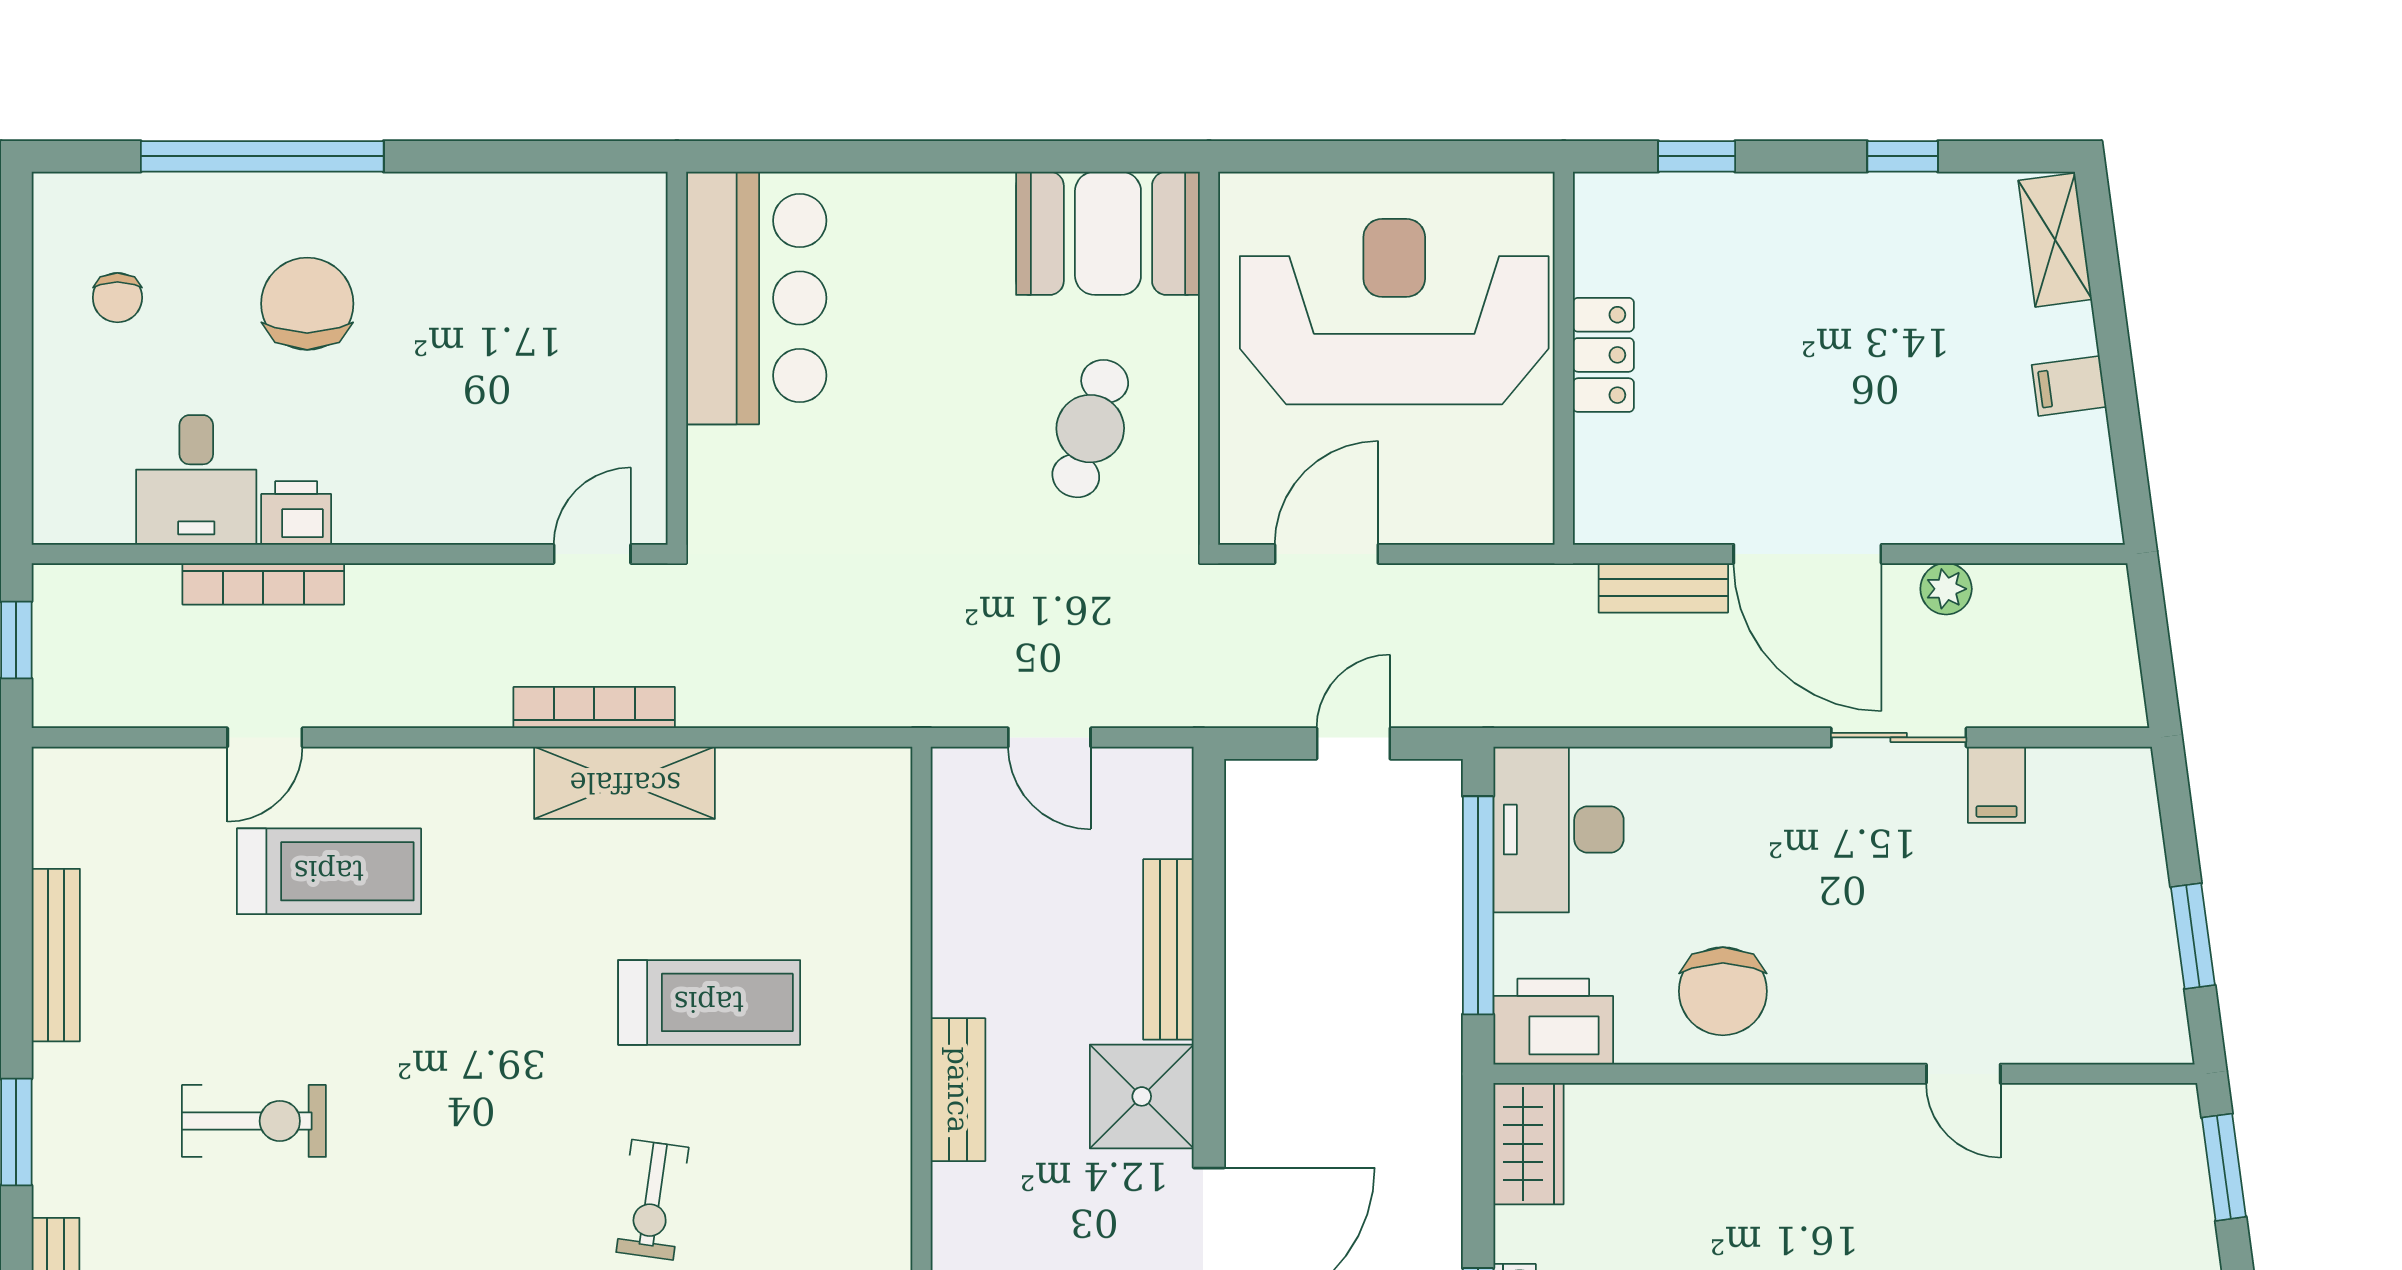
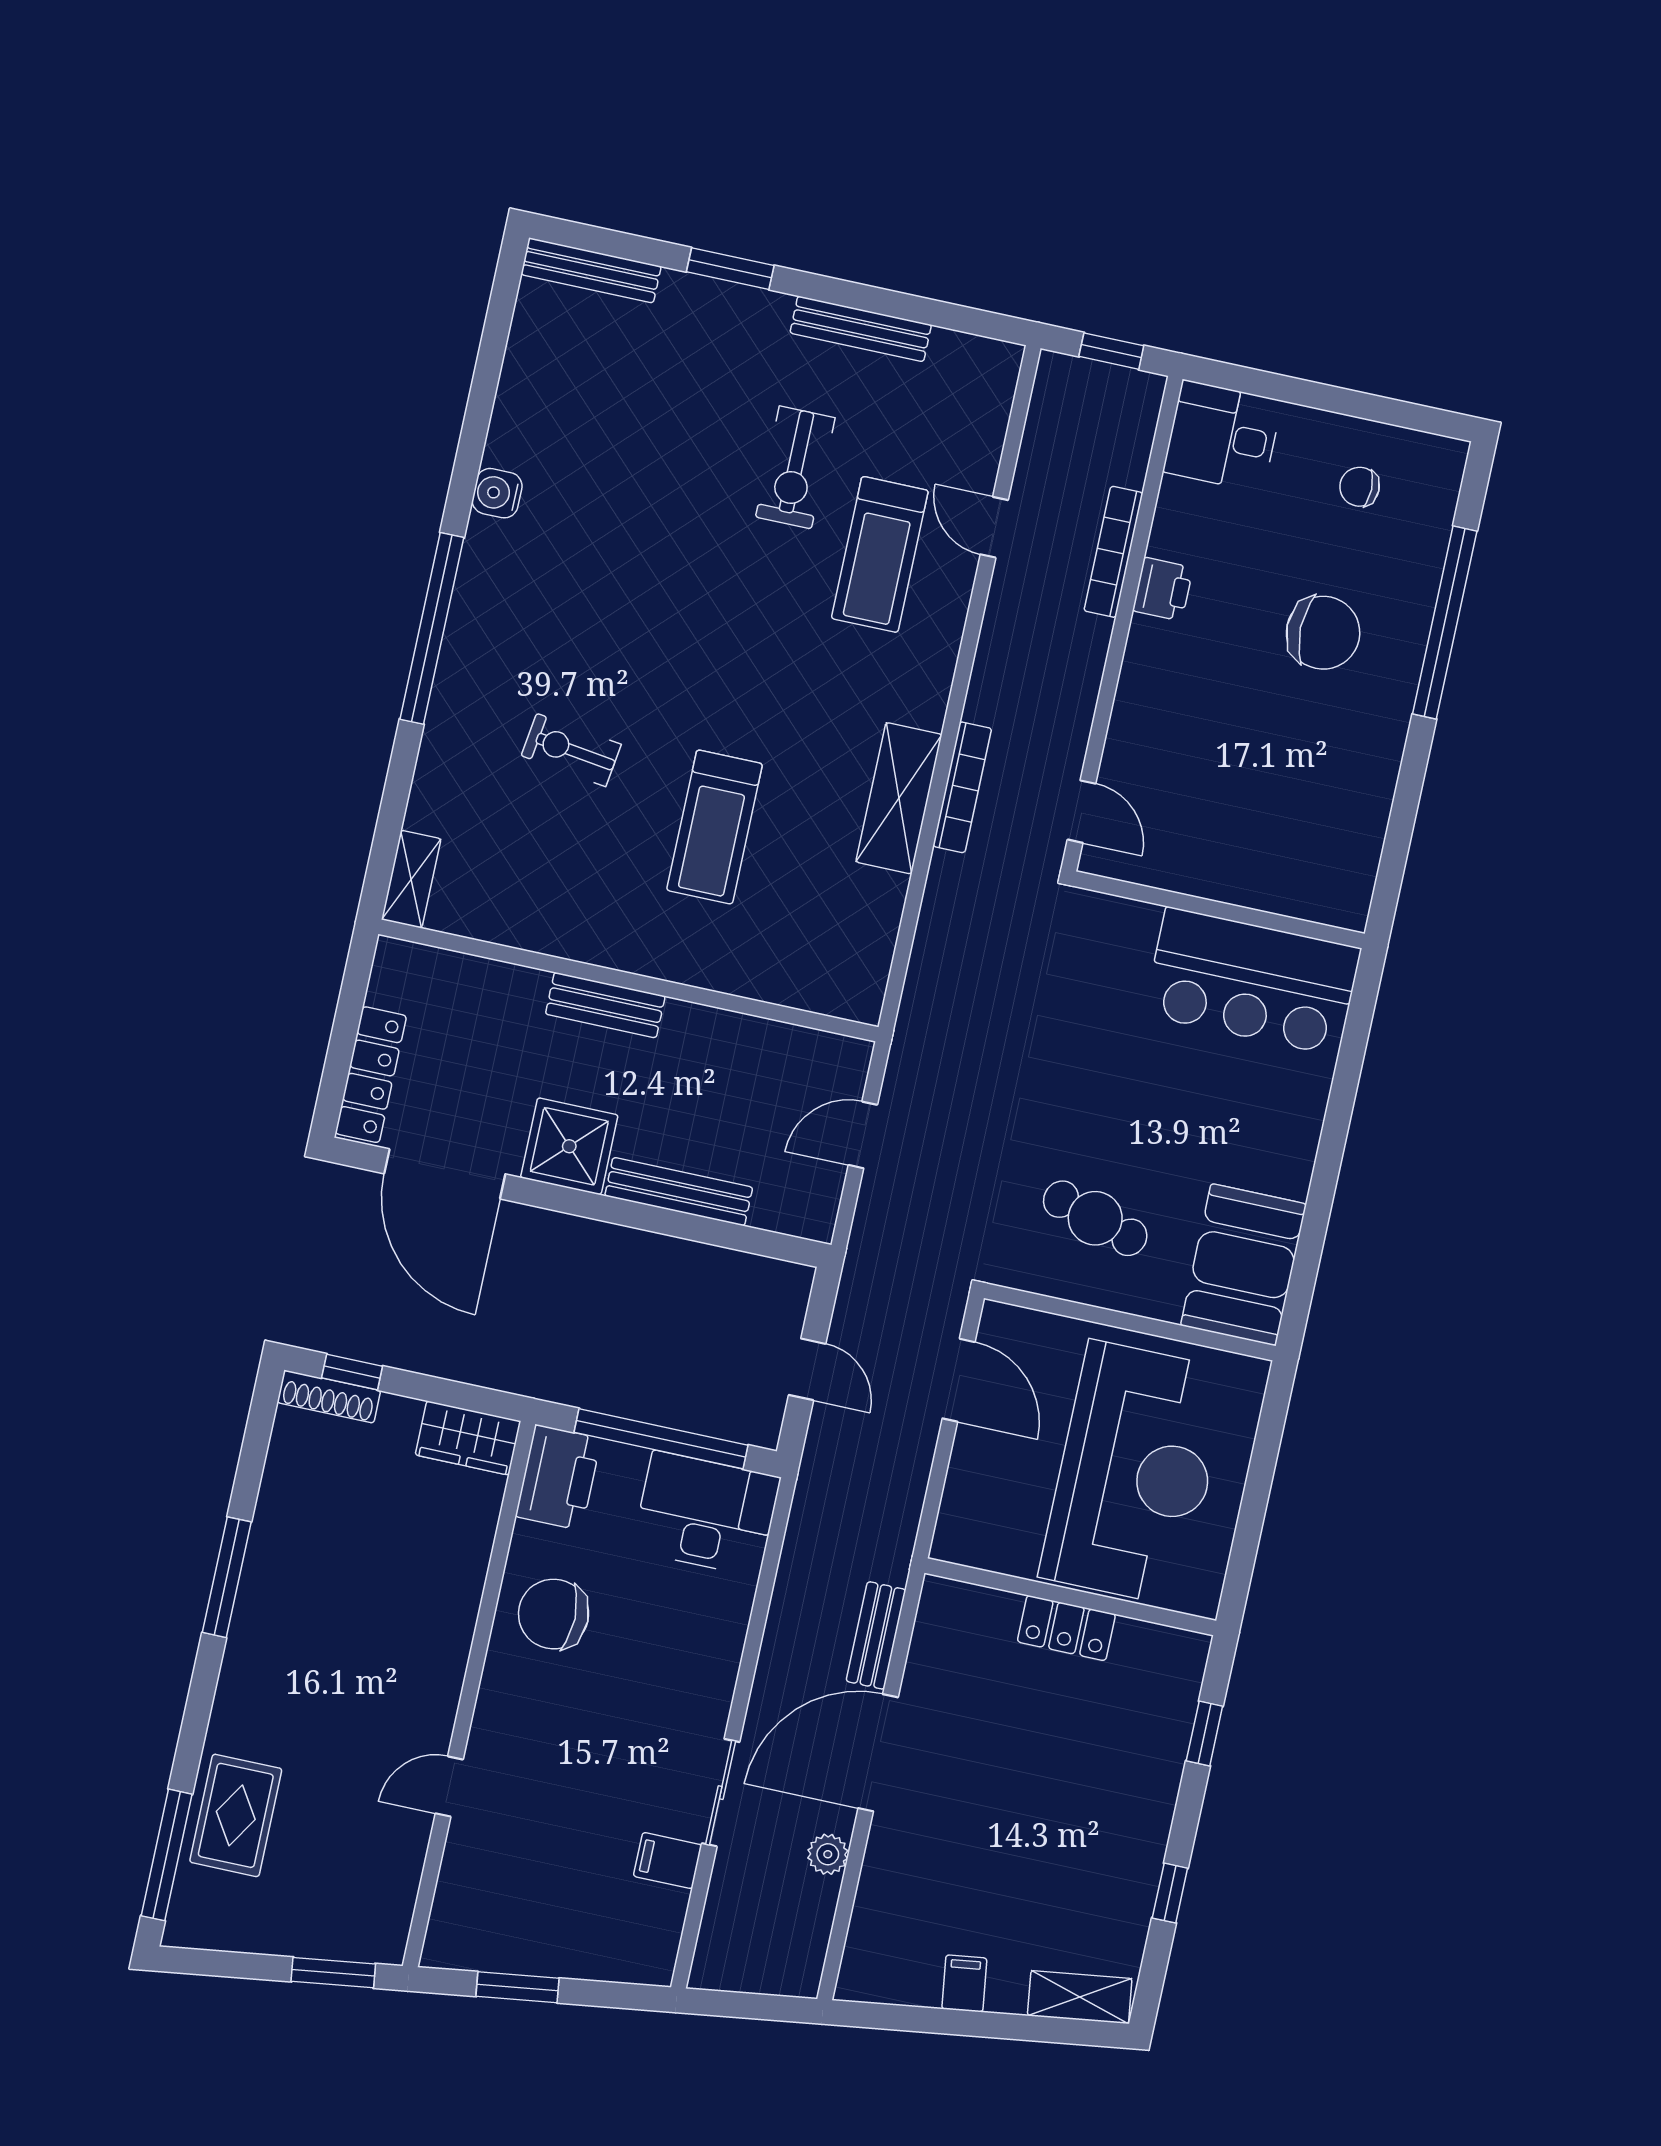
desk: (196, 480) -> (1223, 436), moved
exercise bike: (254, 1121) -> (795, 467), moved

